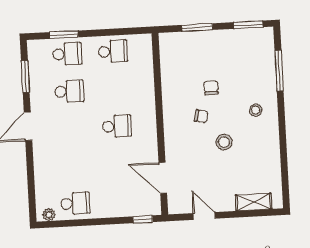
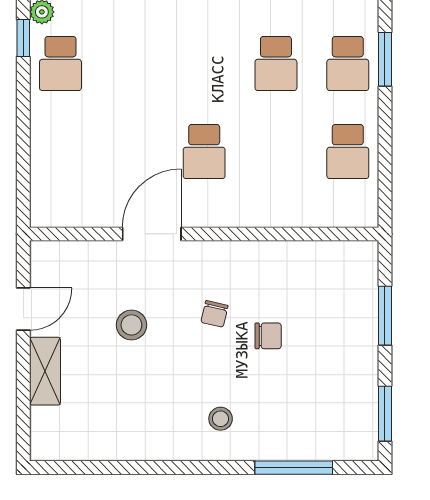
stool: (224, 142) -> (131, 325), moved
door: (163, 178) -> (152, 234), moved
shelving: (254, 202) -> (45, 371), moved
window: (143, 219) -> (23, 38), moved

